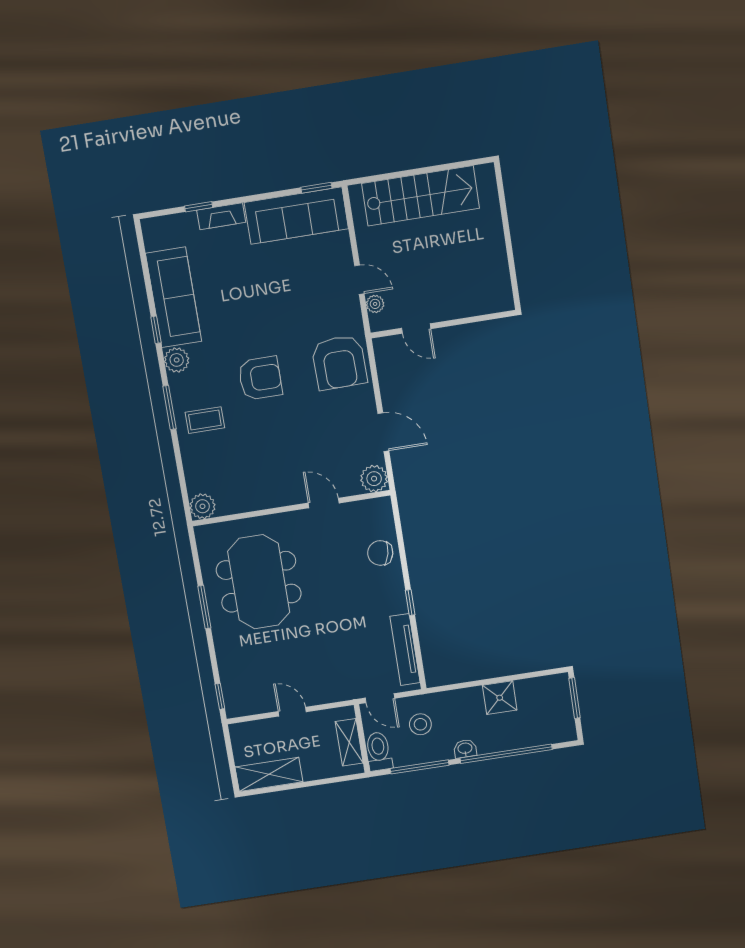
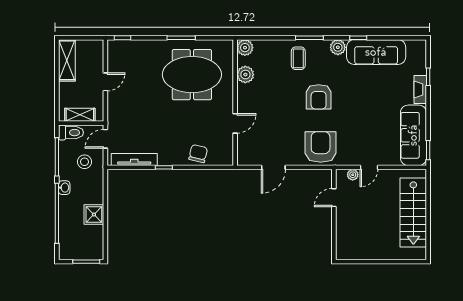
armchair: (339, 362) -> (321, 147), turned 91
plant: (374, 479) -> (245, 75), moved

